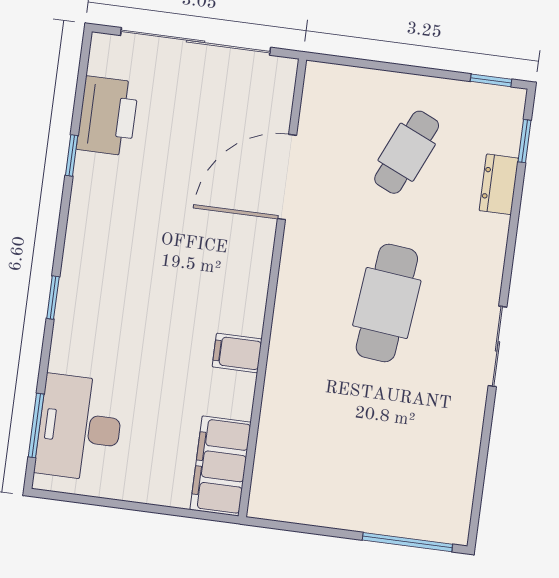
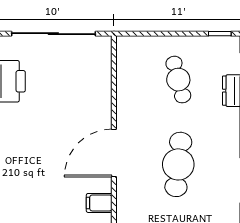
cafe table: (407, 152) -> (178, 80), turned -39
door: (287, 177) -> (114, 153), moved

